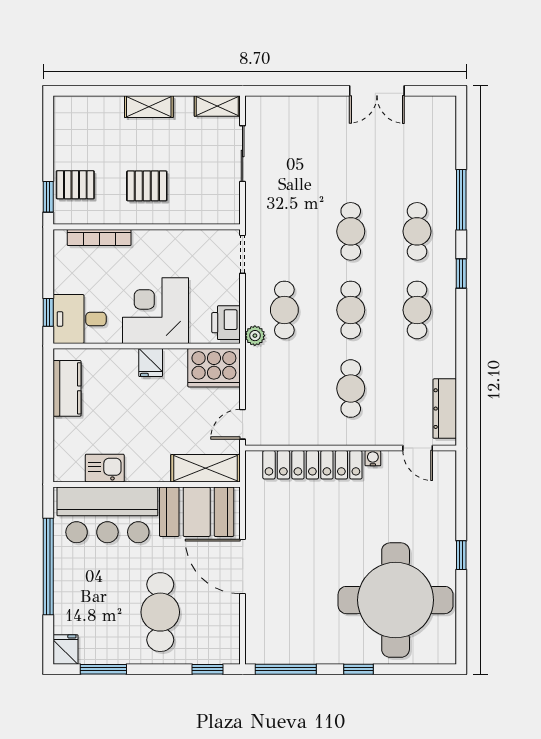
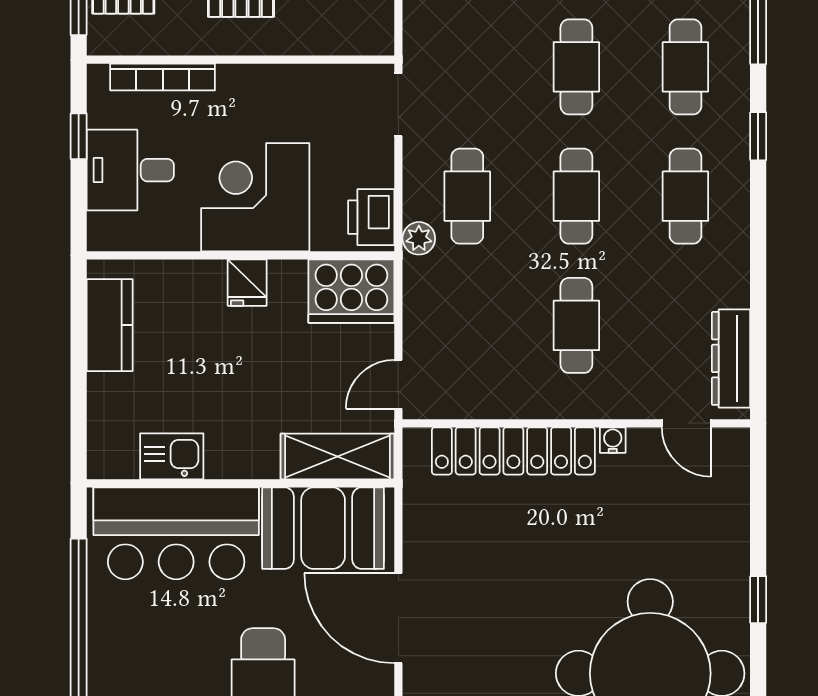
window: (48, 312) -> (79, 136), moved
desk: (80, 319) -> (130, 170), moved

